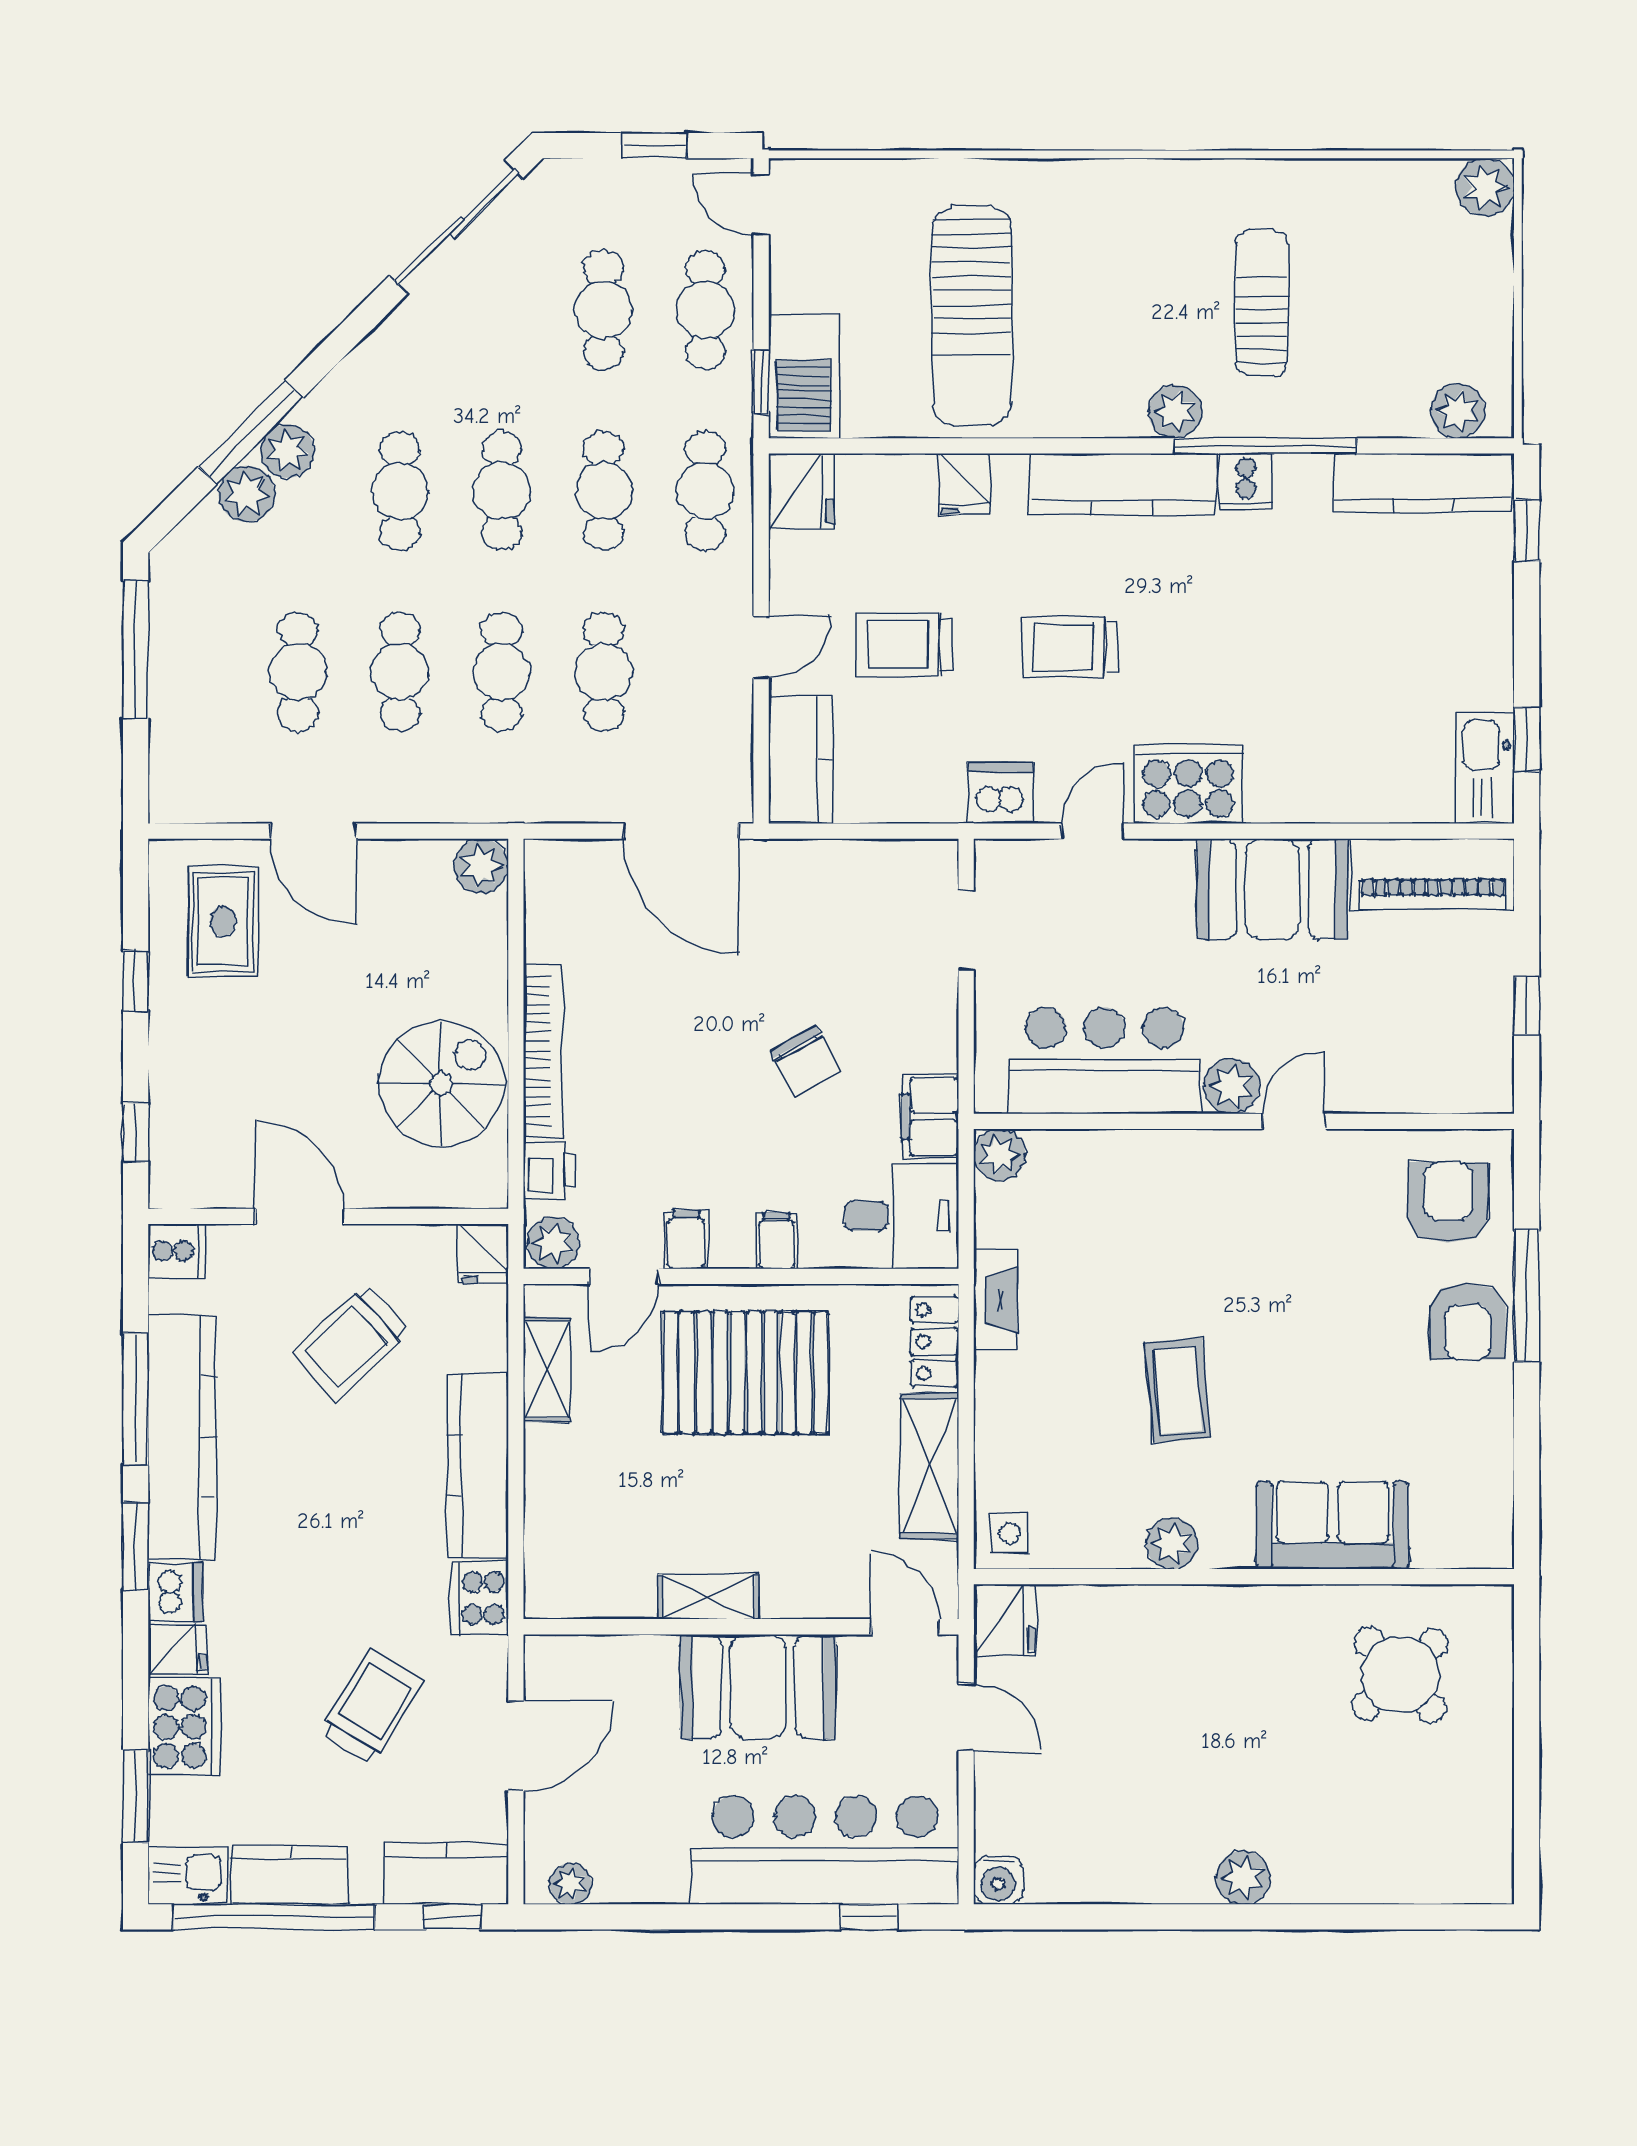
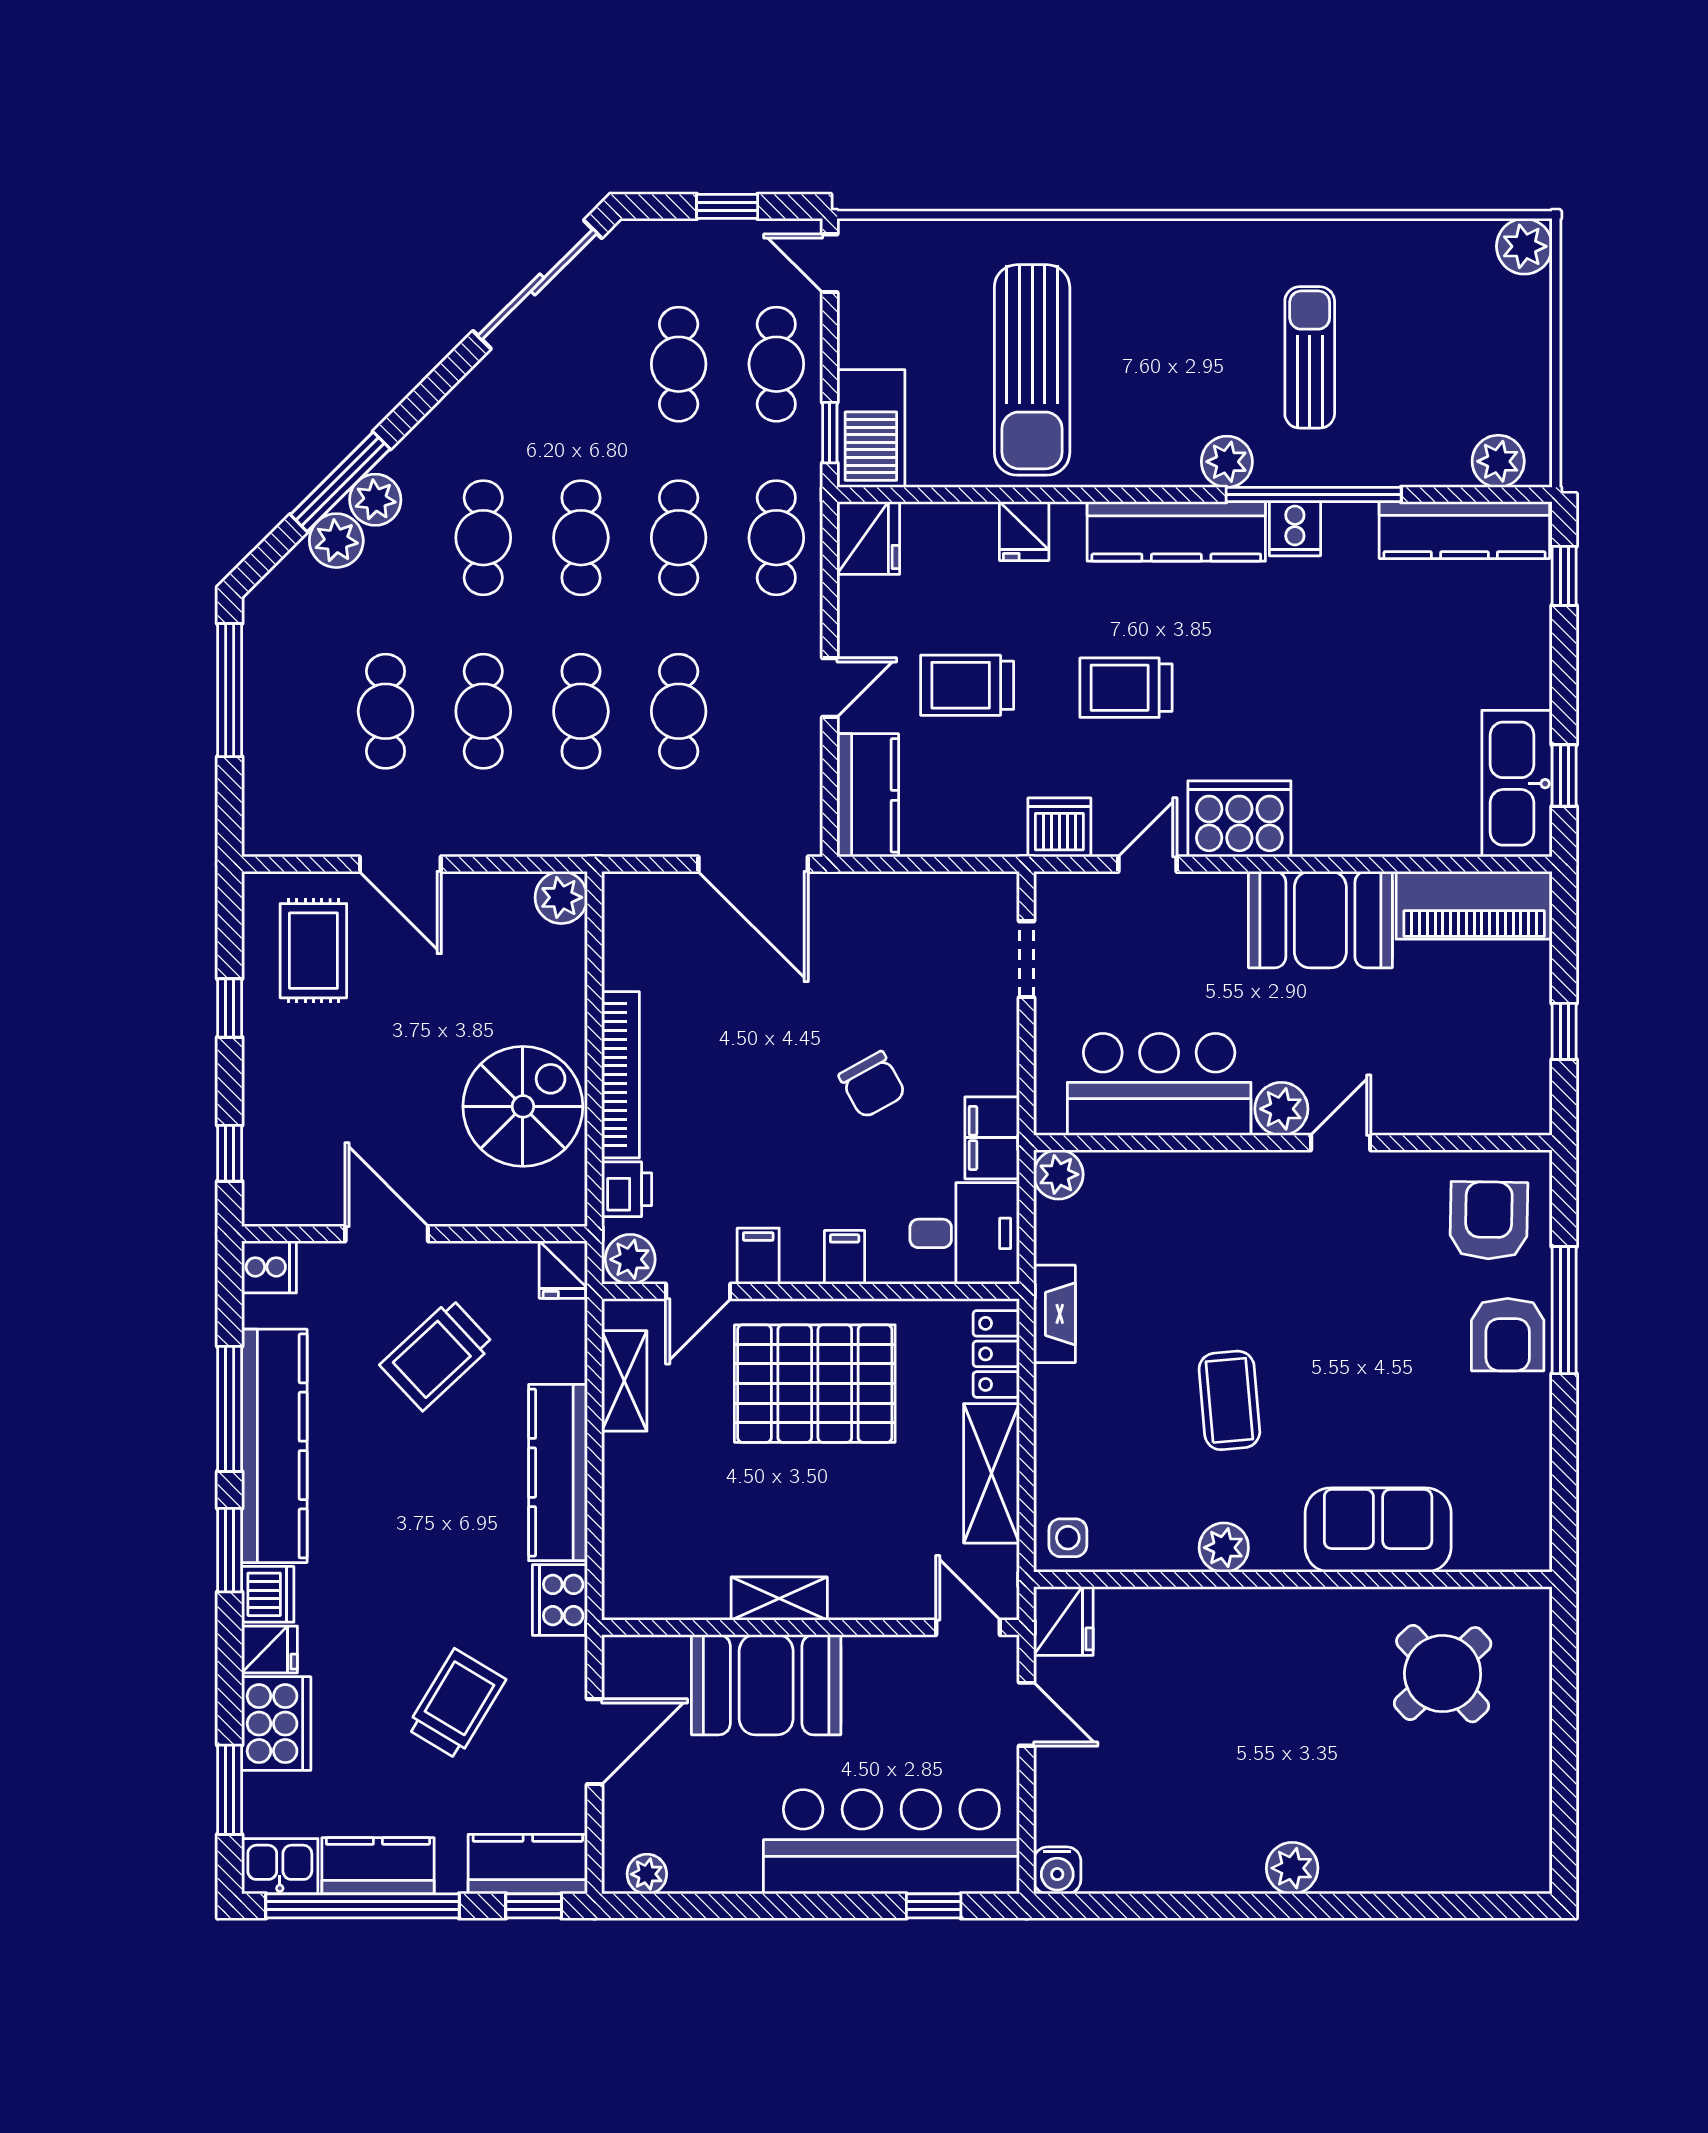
kitchen sink: (1485, 768) -> (1517, 784), width x1.36, depth x1.24
booth: (758, 1686) -> (766, 1685), moved

